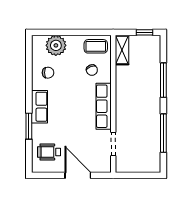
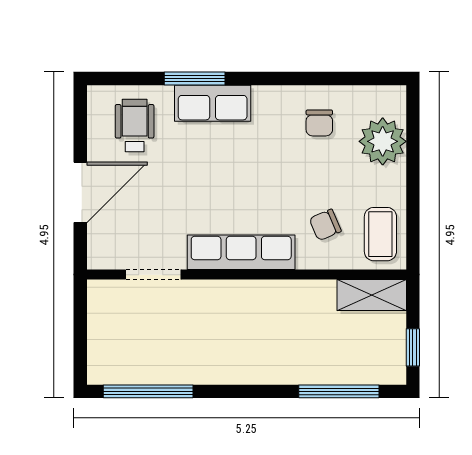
window: (163, 80) -> (339, 391), moved
row of seats: (40, 107) -> (213, 103), moved
window: (163, 133) -> (148, 391), moved

